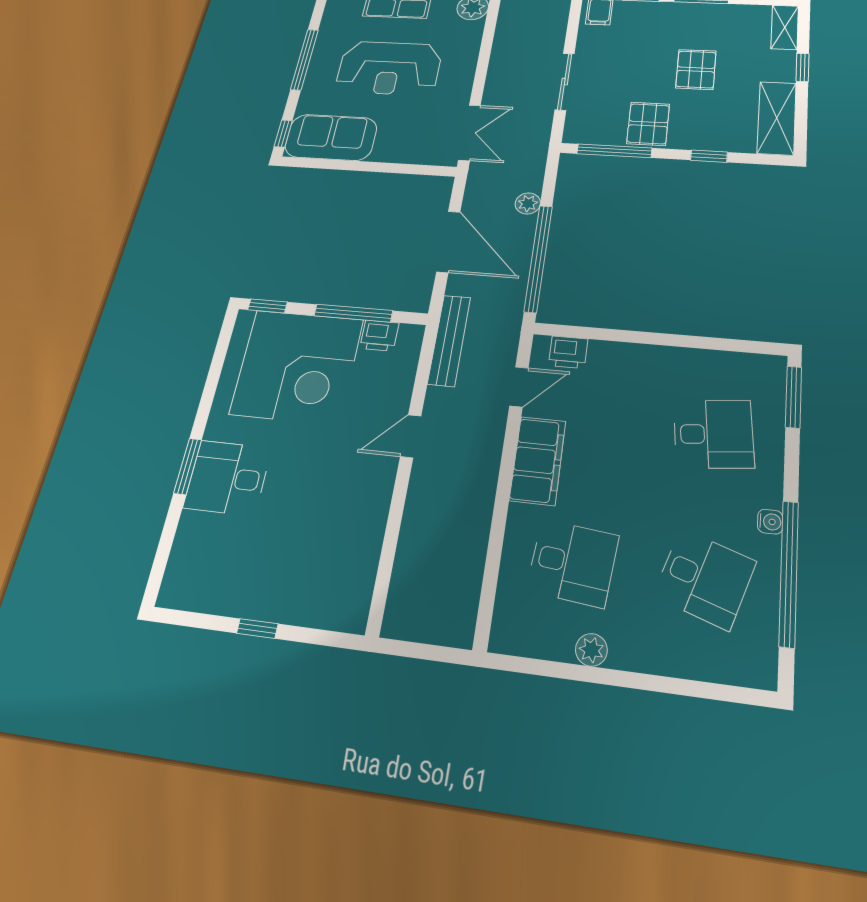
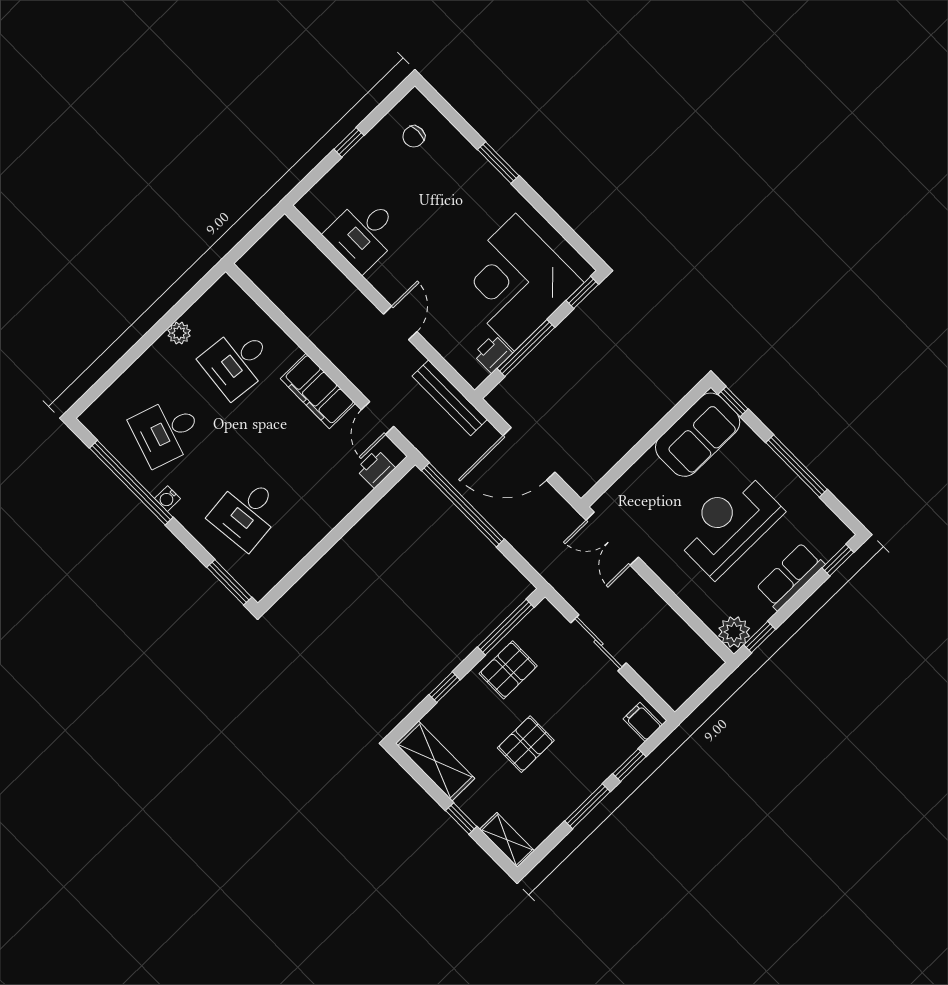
pallet: (696, 69) -> (526, 744), turned 90
pallet: (648, 124) -> (508, 670), turned 90
plant: (528, 203) -> (514, 532), removed
desk: (228, 478) -> (364, 233), moved, turned 180
chair: (210, 567) -> (414, 136), added

